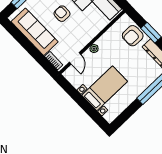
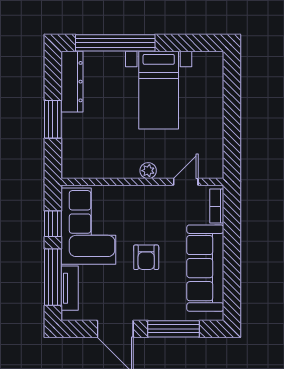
armchair: (133, 36) -> (81, 139), removed
bed with nightstands: (105, 88) -> (159, 90), moved, turned -90

